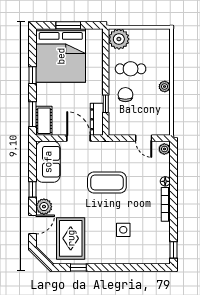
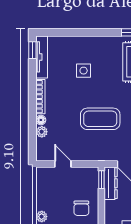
window: (106, 104) -> (101, 180), moved
plant: (164, 149) -> (42, 132), moved
tv unit: (164, 243) -> (42, 57), added

